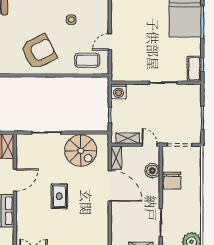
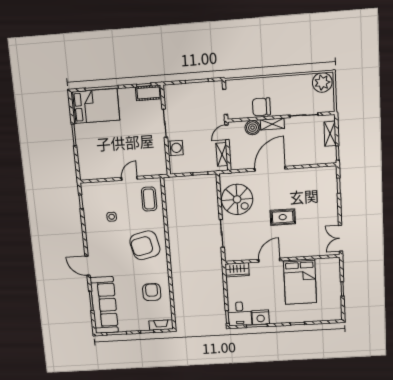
door: (110, 42) -> (129, 178), swing flipped
armchair: (39, 52) -> (145, 245), turned -76
washing machine: (119, 91) -> (175, 148), moved
spiral stairs: (81, 151) -> (237, 199), turned 90
shelving: (116, 158) -> (272, 124), moved
door: (15, 180) -> (269, 260), hinge flipped
chair: (172, 181) -> (261, 107), turned 180

